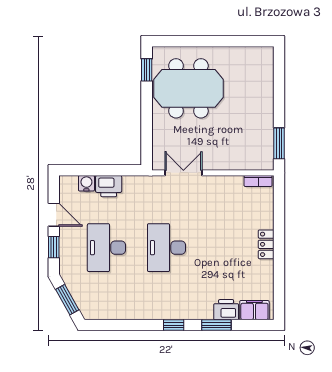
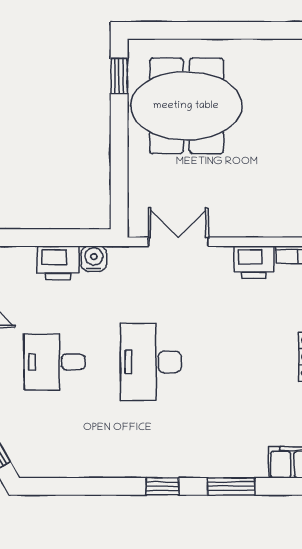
water cooler: (86, 183) -> (94, 259), moved
desk: (106, 248) -> (54, 362), width x0.73
printer: (226, 310) -> (254, 262), moved, turned 180

